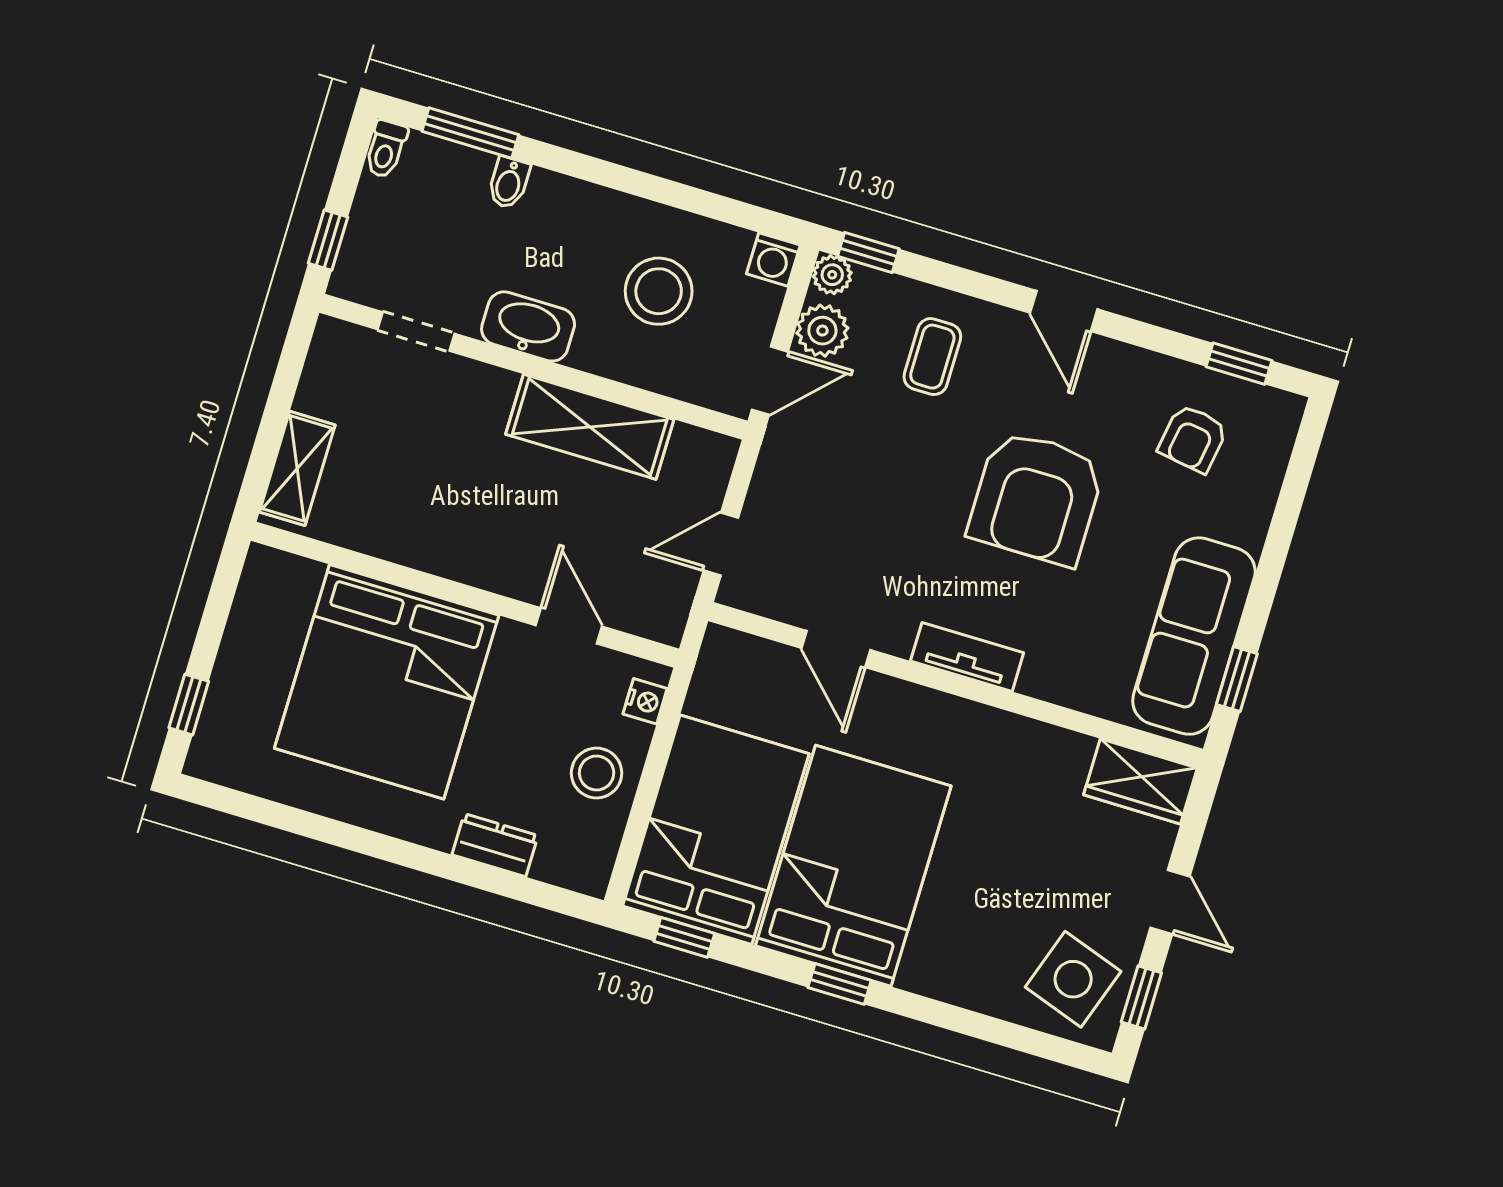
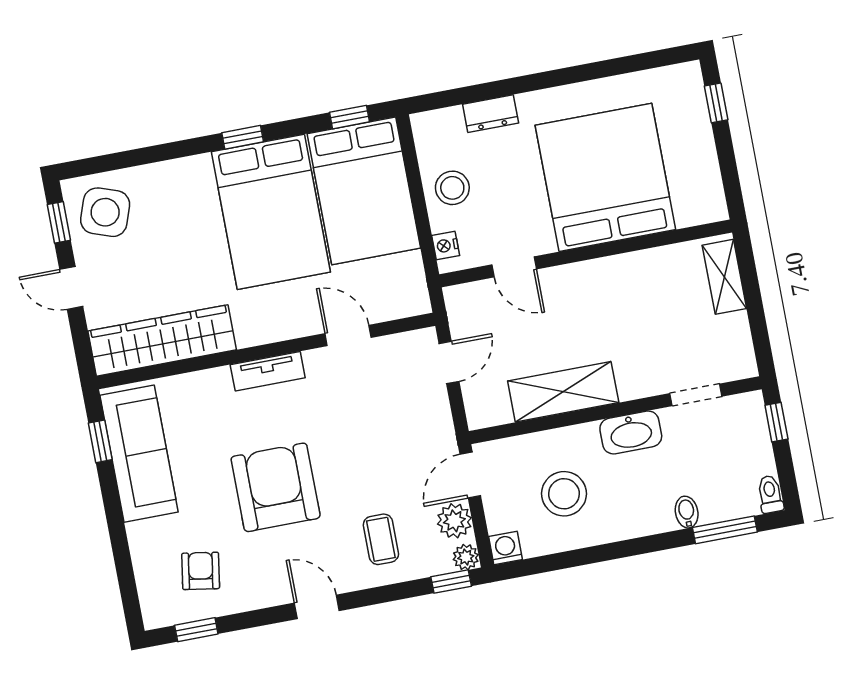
wardrobe: (1140, 781) -> (162, 340), width x2.10, depth x1.17

